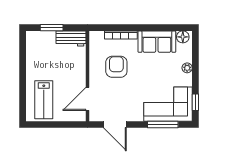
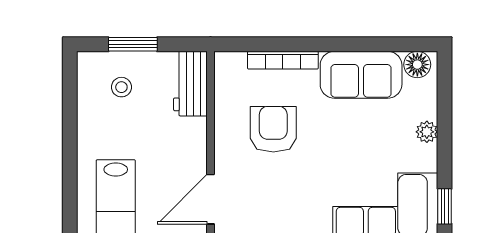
workbench: (71, 38) -> (190, 84), moved, turned 90
stool: (46, 47) -> (121, 87), added

